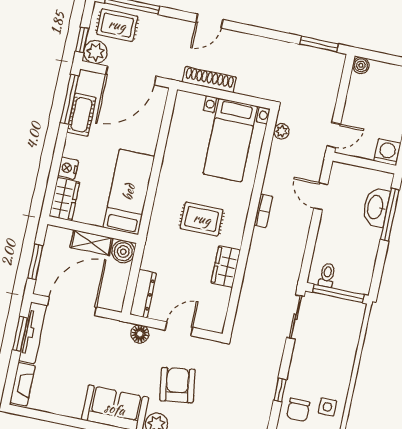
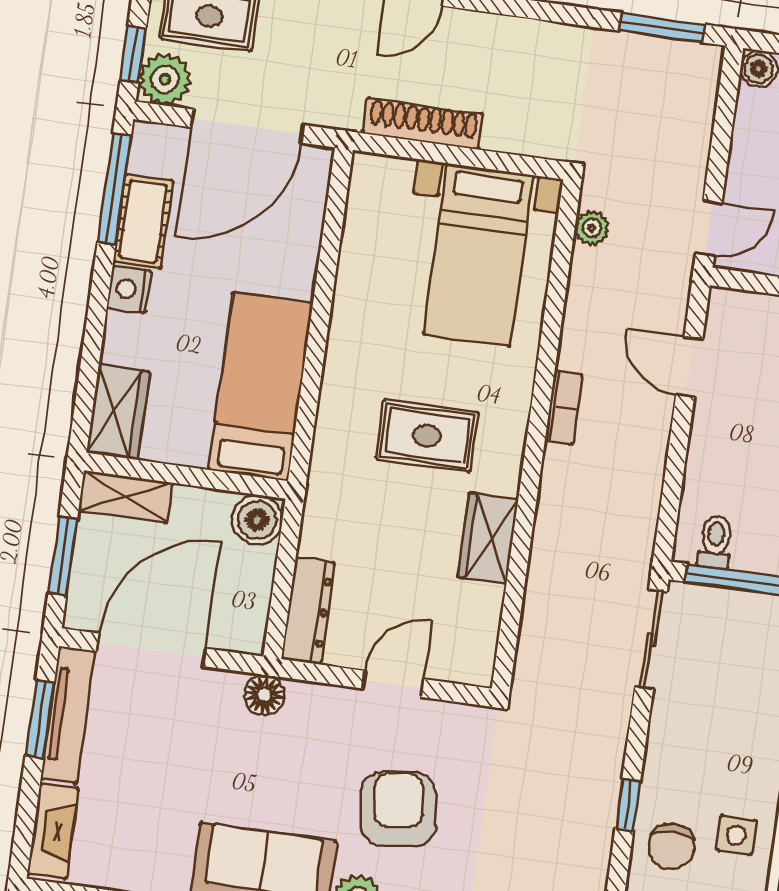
nightstand: (68, 168) -> (129, 289), moved
shelving: (91, 243) -> (126, 497), moved
floor lamp: (140, 334) -> (264, 695), moved

